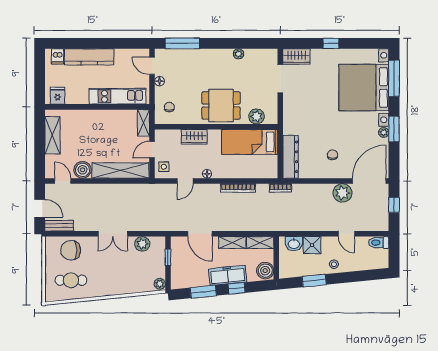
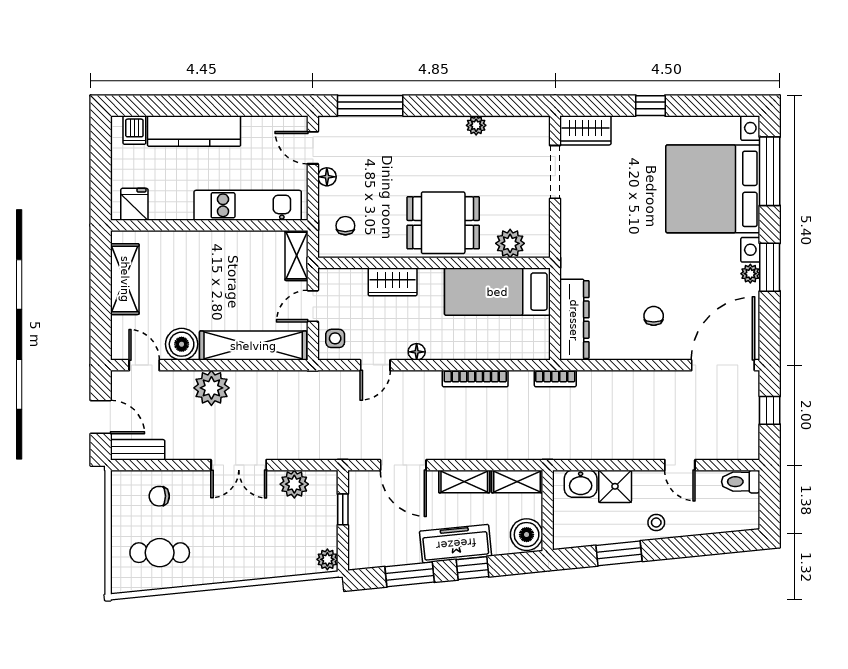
plant: (342, 193) -> (211, 388), moved
chair: (71, 250) -> (159, 496), width x0.54, depth x0.54

